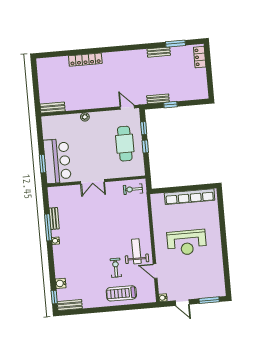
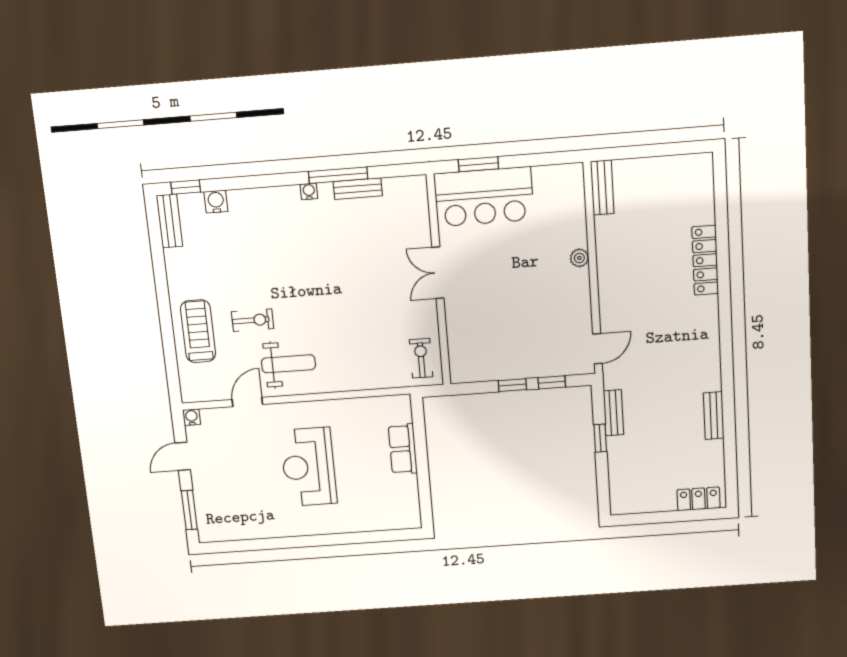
window: (176, 44) -> (730, 450), removed
cafe table: (125, 144) -> (519, 342), removed
row of seats: (190, 197) -> (403, 449), width x0.50

